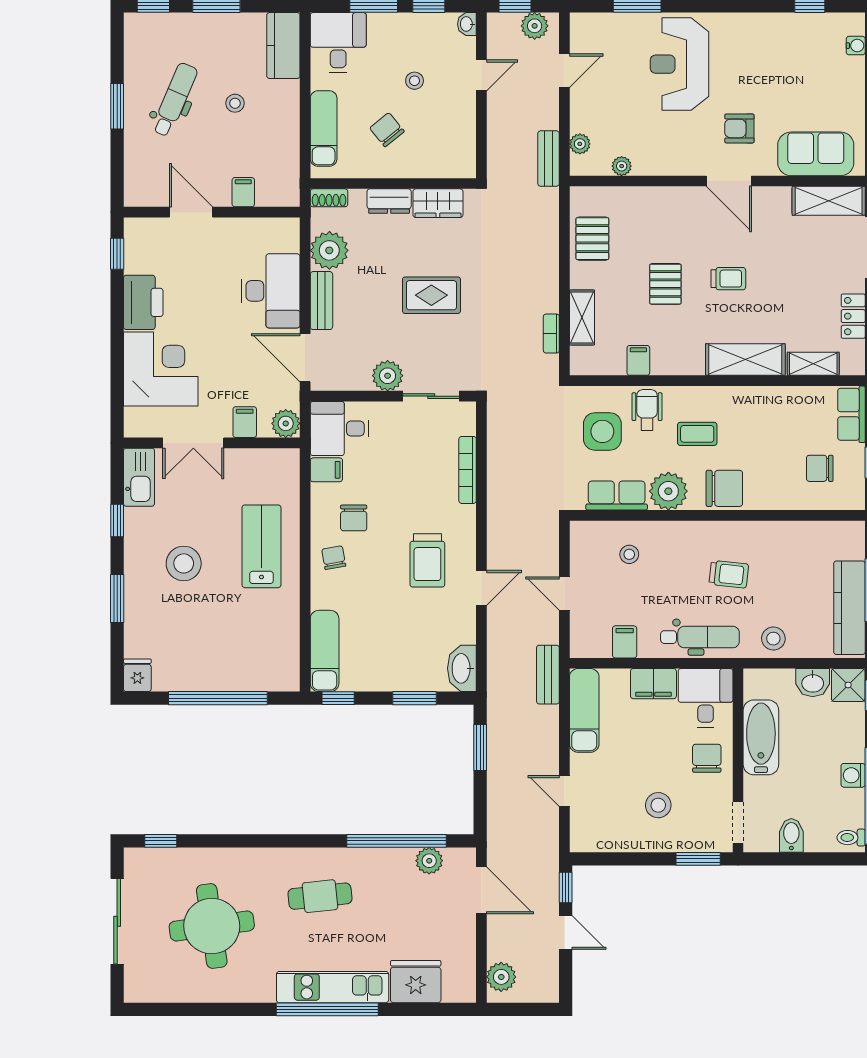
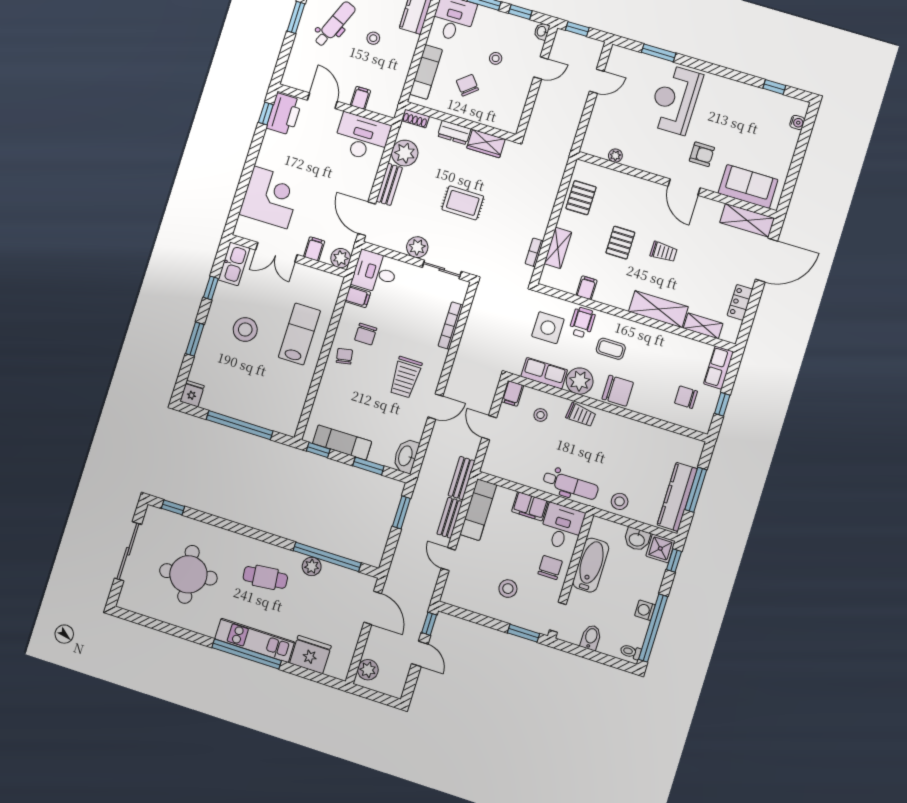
plant: (535, 26) -> (586, 46), removed
armchair: (739, 128) -> (702, 154), turned 180
plant: (580, 144) -> (592, 133), removed
bench: (549, 159) -> (450, 518), moved
desk: (271, 291) -> (362, 137), moved, turned -90
printer: (143, 302) -> (284, 114), moved
trolley: (729, 574) -> (581, 415), moved
filing cabinet: (625, 642) -> (512, 393), moved, turned 180
exam couch: (325, 651) -> (342, 442), moved, turned -90
plant: (429, 861) -> (312, 566), moved

